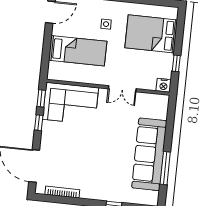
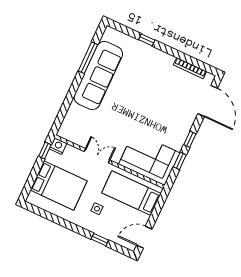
nightstand: (164, 85) -> (58, 146), moved
wall: (108, 87) -> (110, 162), moved
double door: (122, 89) -> (97, 156), moved
corner sofa: (70, 103) -> (149, 159), moved

